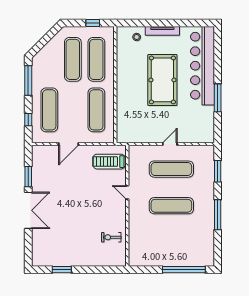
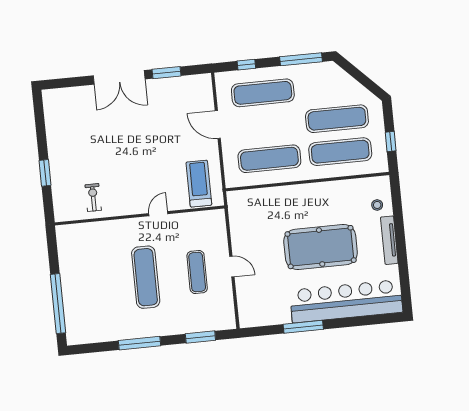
exercise mat: (171, 169) -> (197, 272), width x0.73, depth x0.69
window: (62, 270) -> (45, 173), moved

